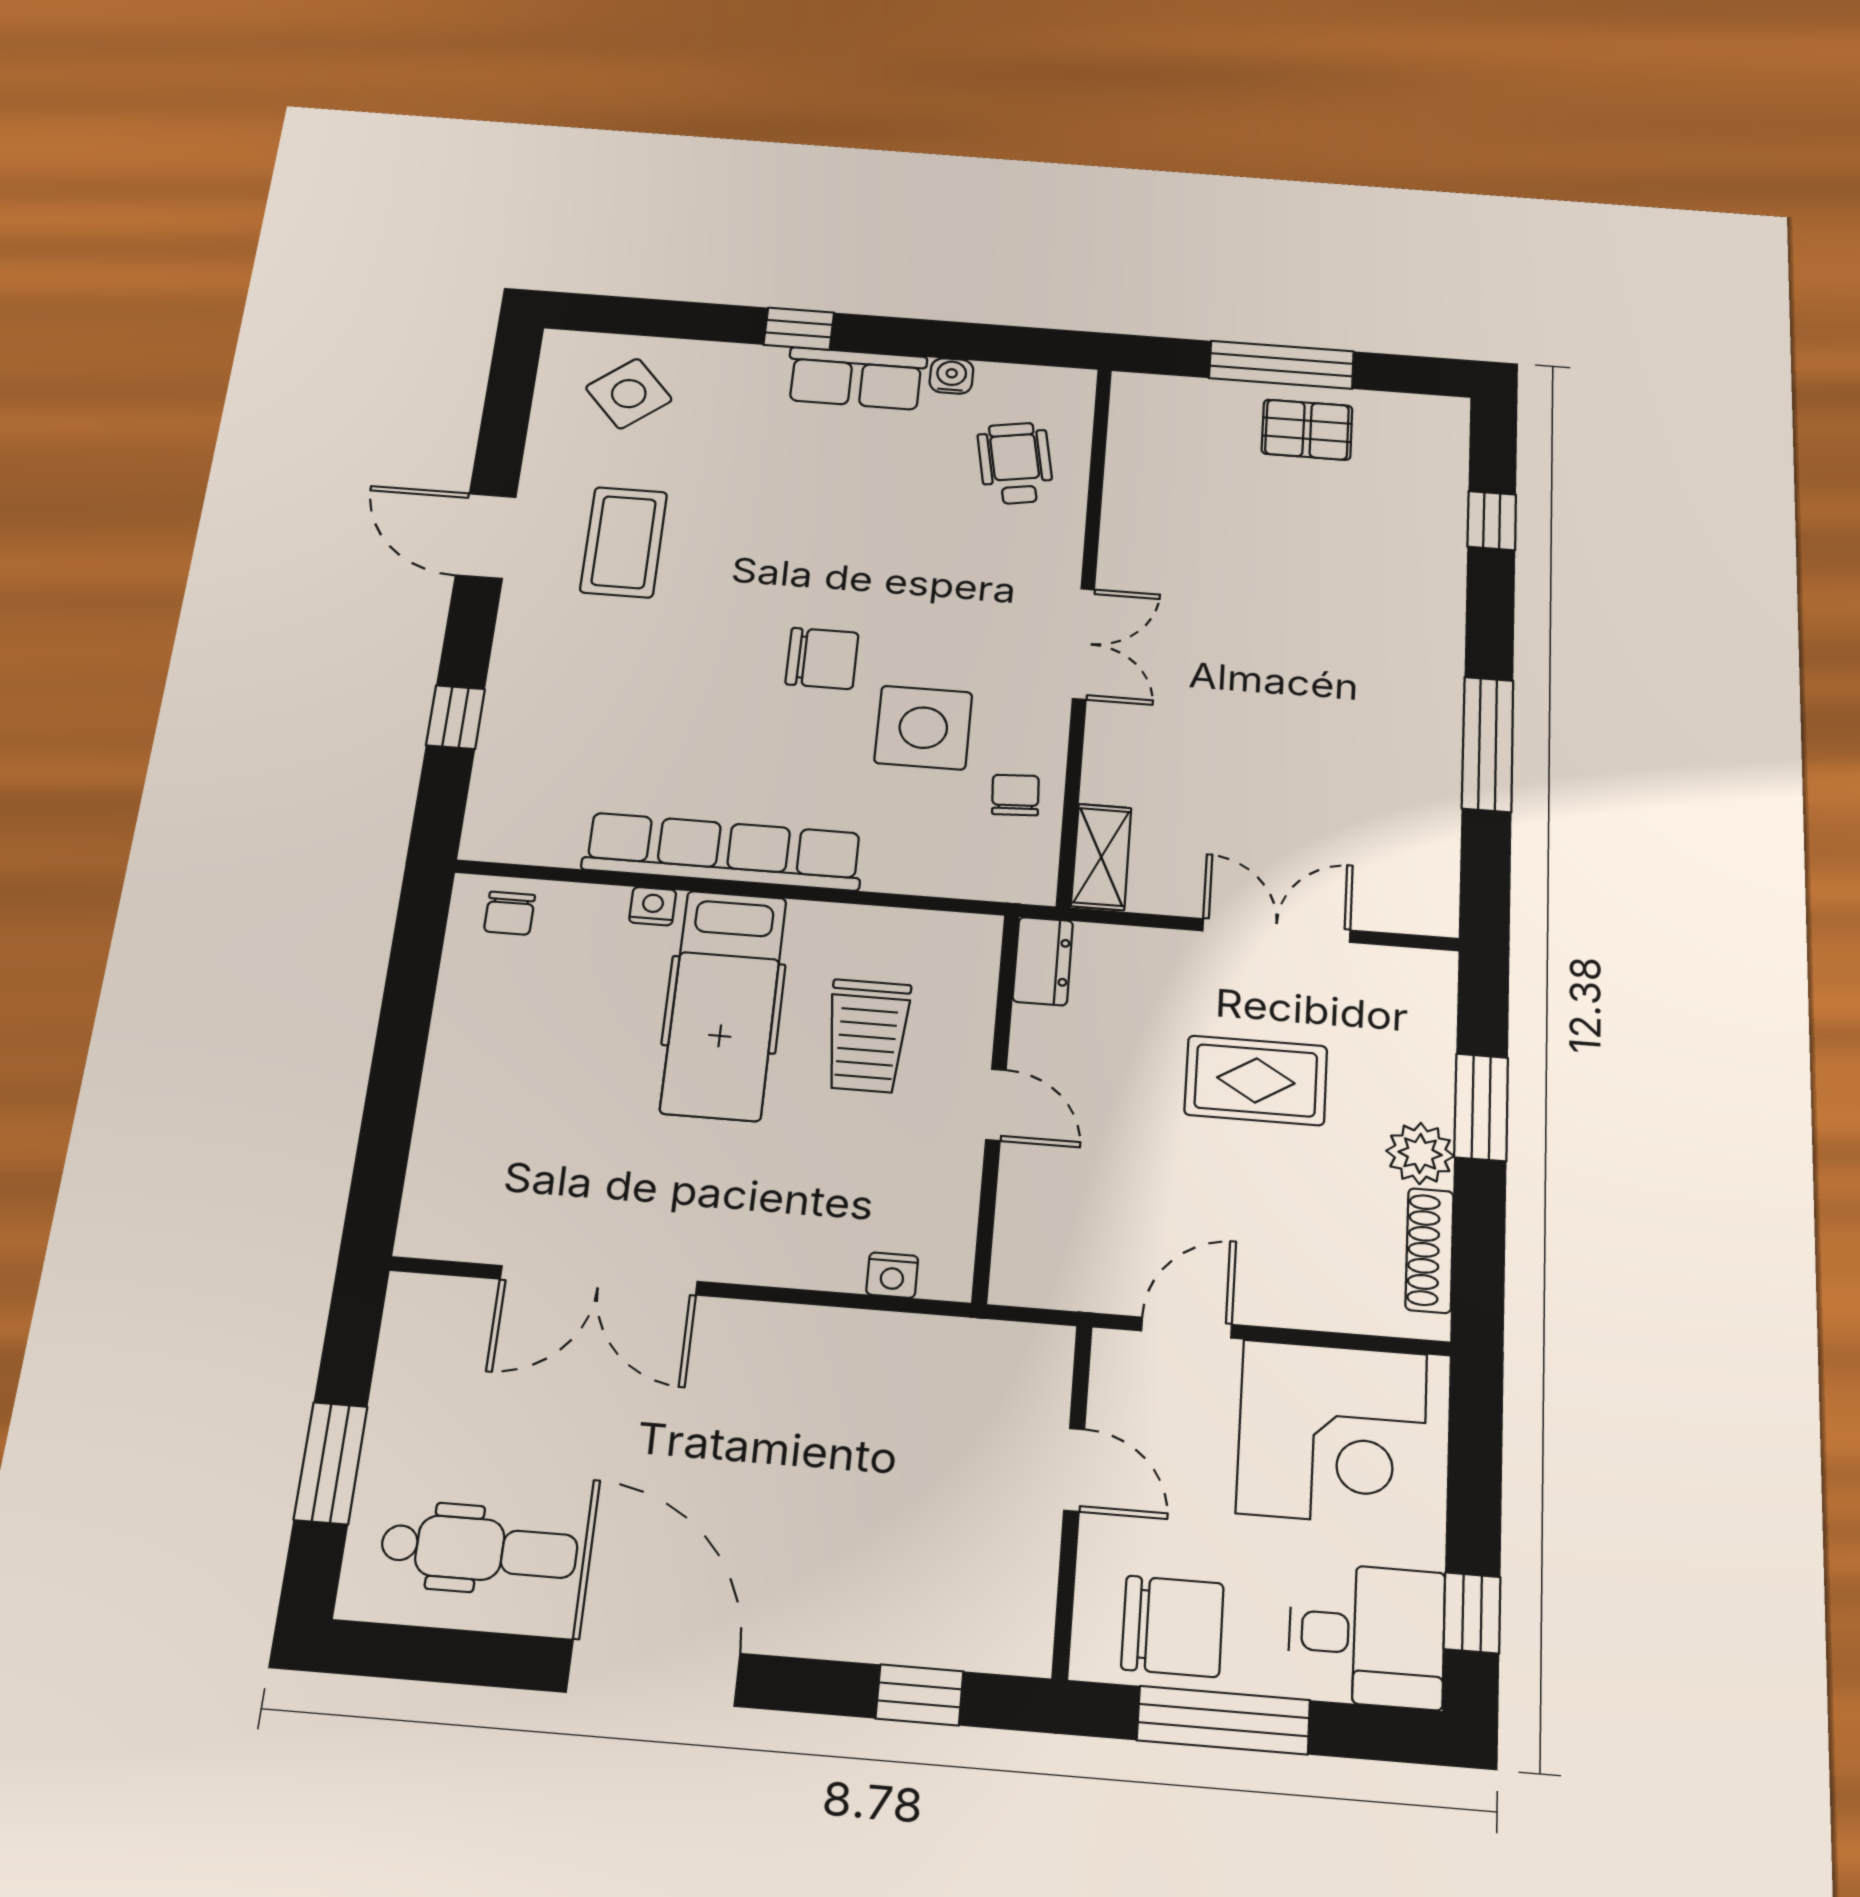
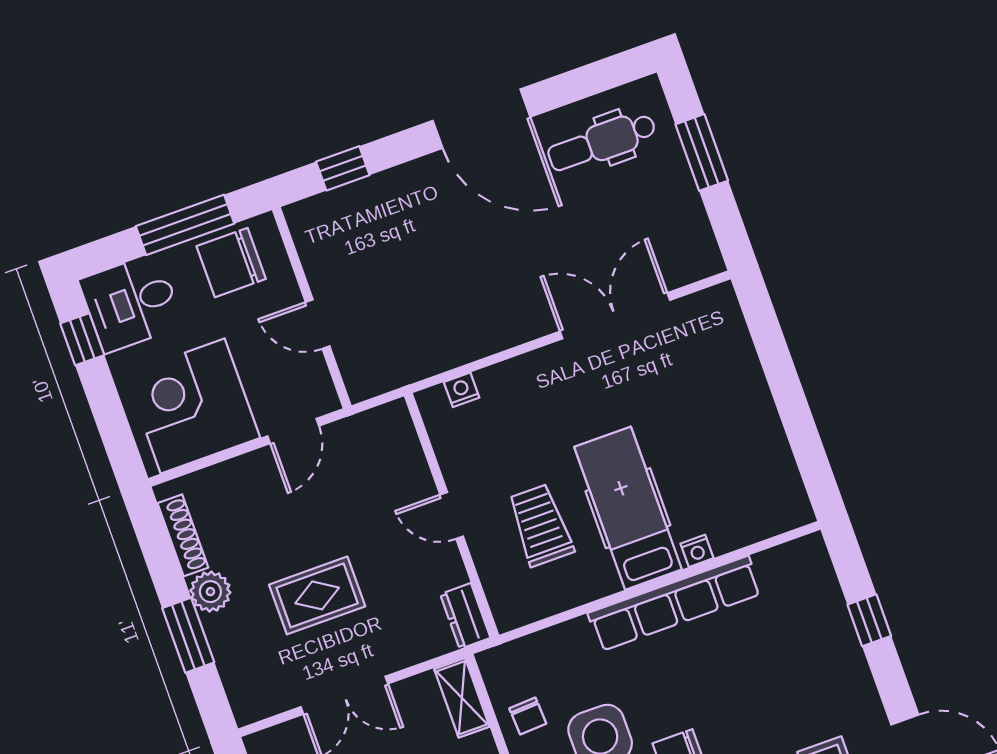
chair: (510, 913) -> (774, 510), removed

